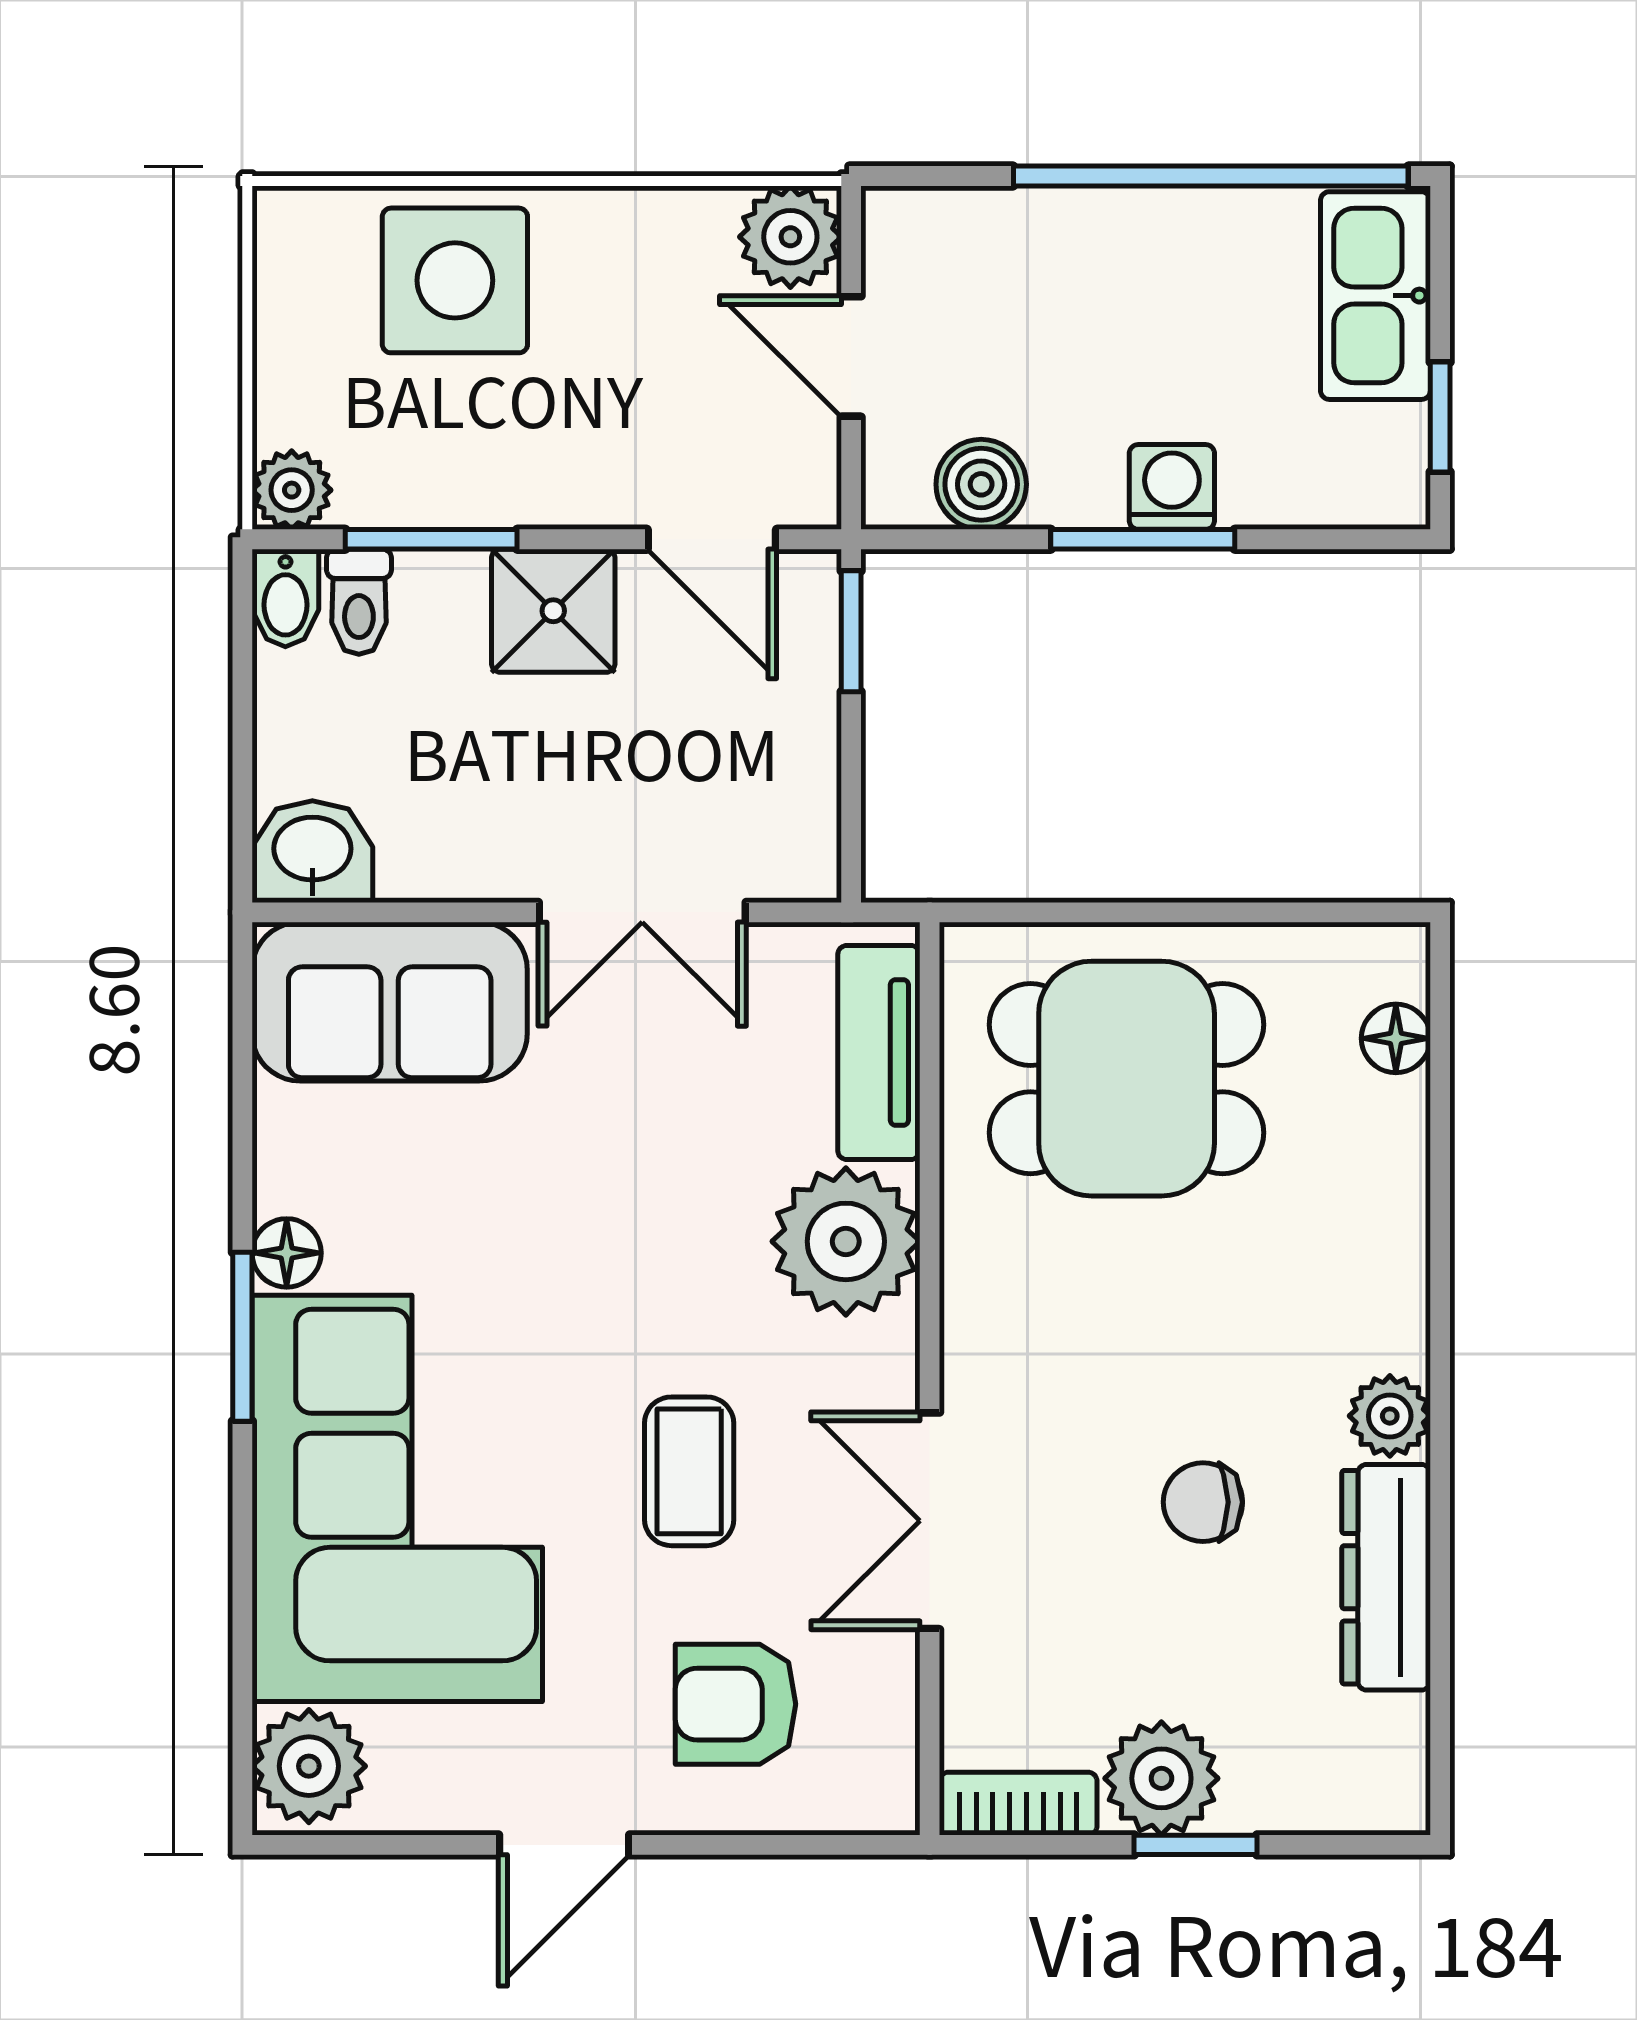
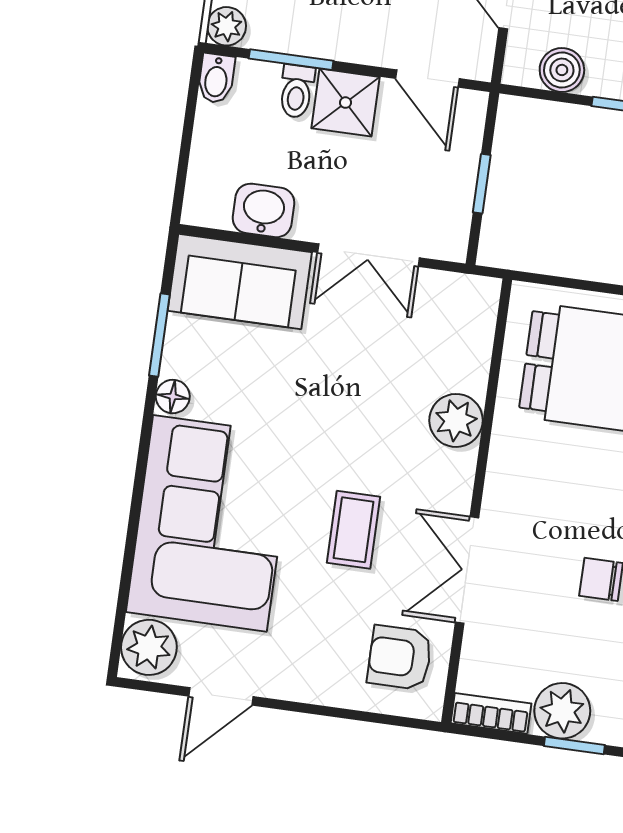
toilet: (359, 602) -> (297, 91), moved
window: (851, 631) -> (482, 184), moved
washbasin: (312, 852) -> (264, 210), moved
tv unit: (879, 1053) -> (474, 339), removed
plant: (846, 1241) -> (456, 420), width x0.73, depth x0.73
window: (242, 1337) -> (159, 335), moved
armchair: (736, 1704) -> (400, 658), moved
door: (564, 1845) -> (221, 696), moved

